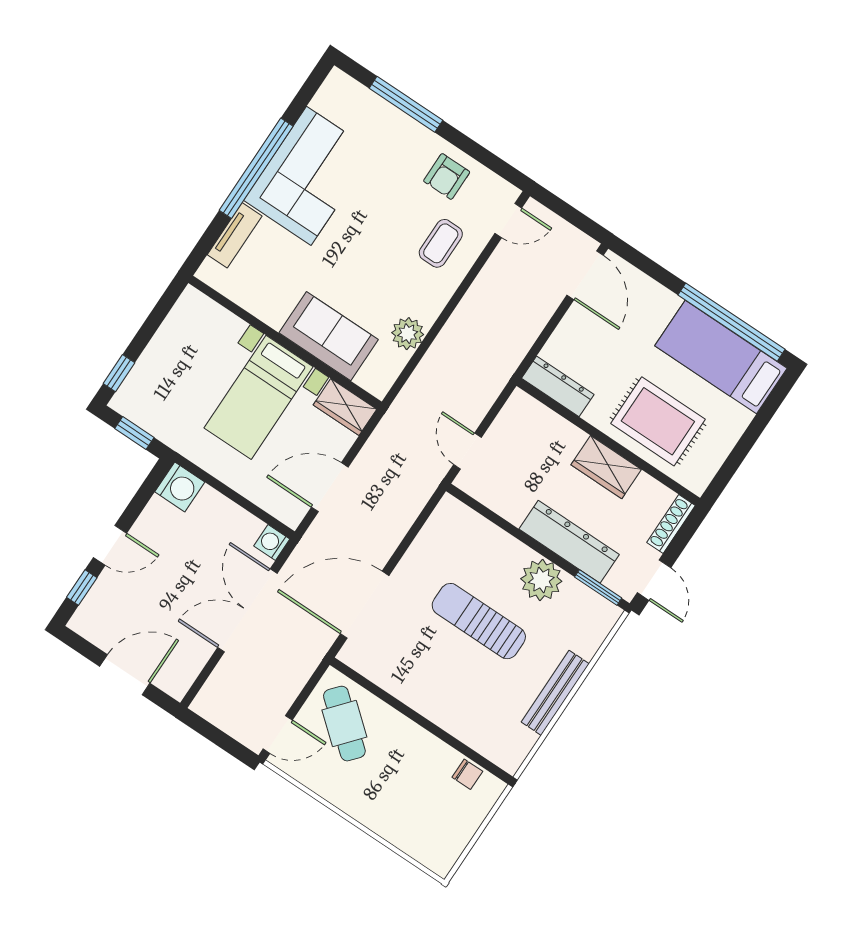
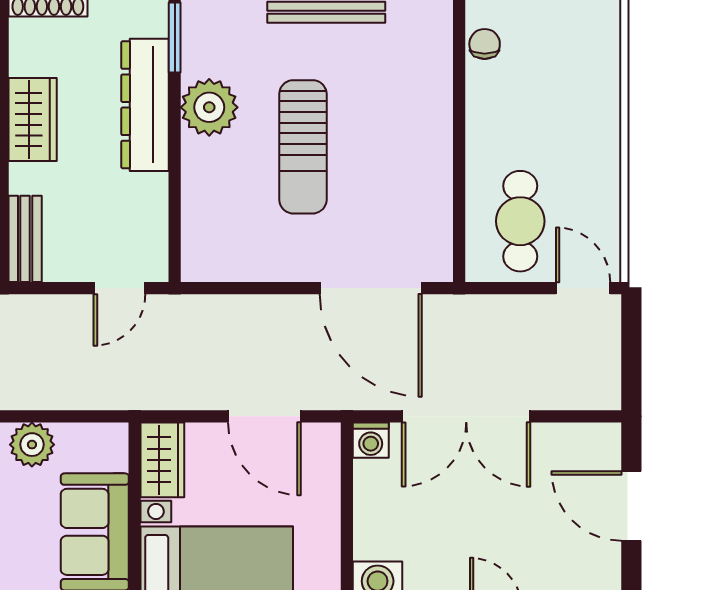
bench: (536, 413) -> (25, 239), added
cafe table: (344, 724) -> (520, 221), turned -40

